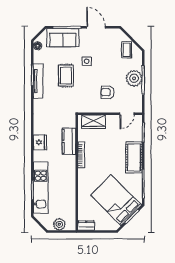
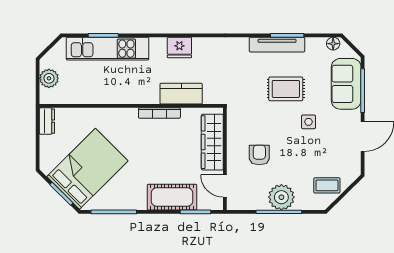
wardrobe: (94, 122) -> (212, 142), width x1.50
cot: (134, 157) -> (172, 197), moved

